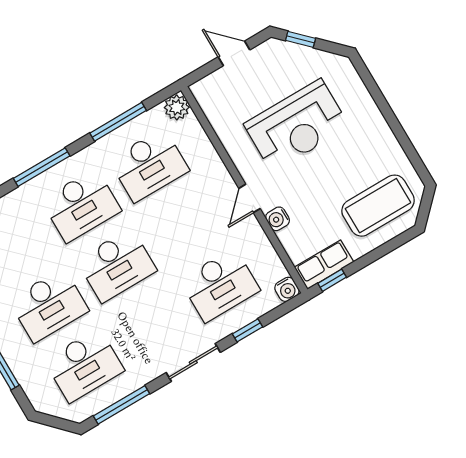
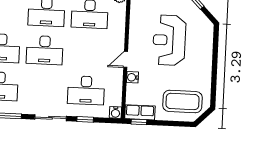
reception desk: (297, 125) -> (169, 40), turned 90

